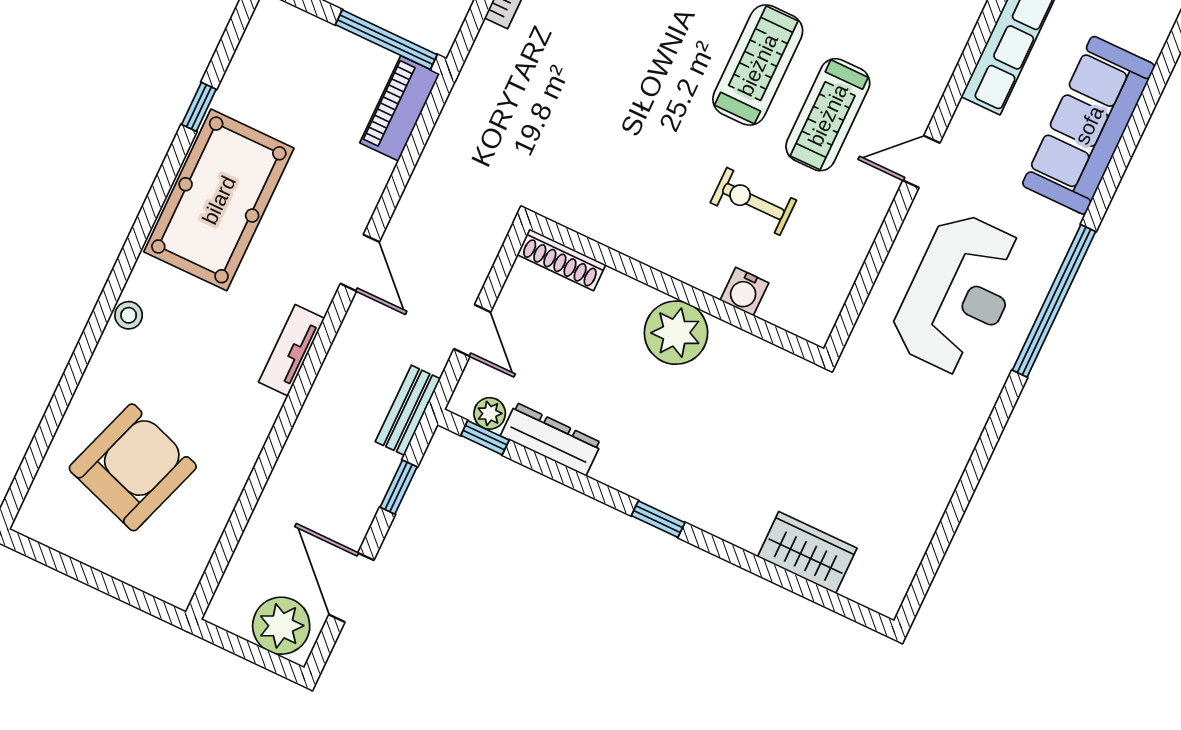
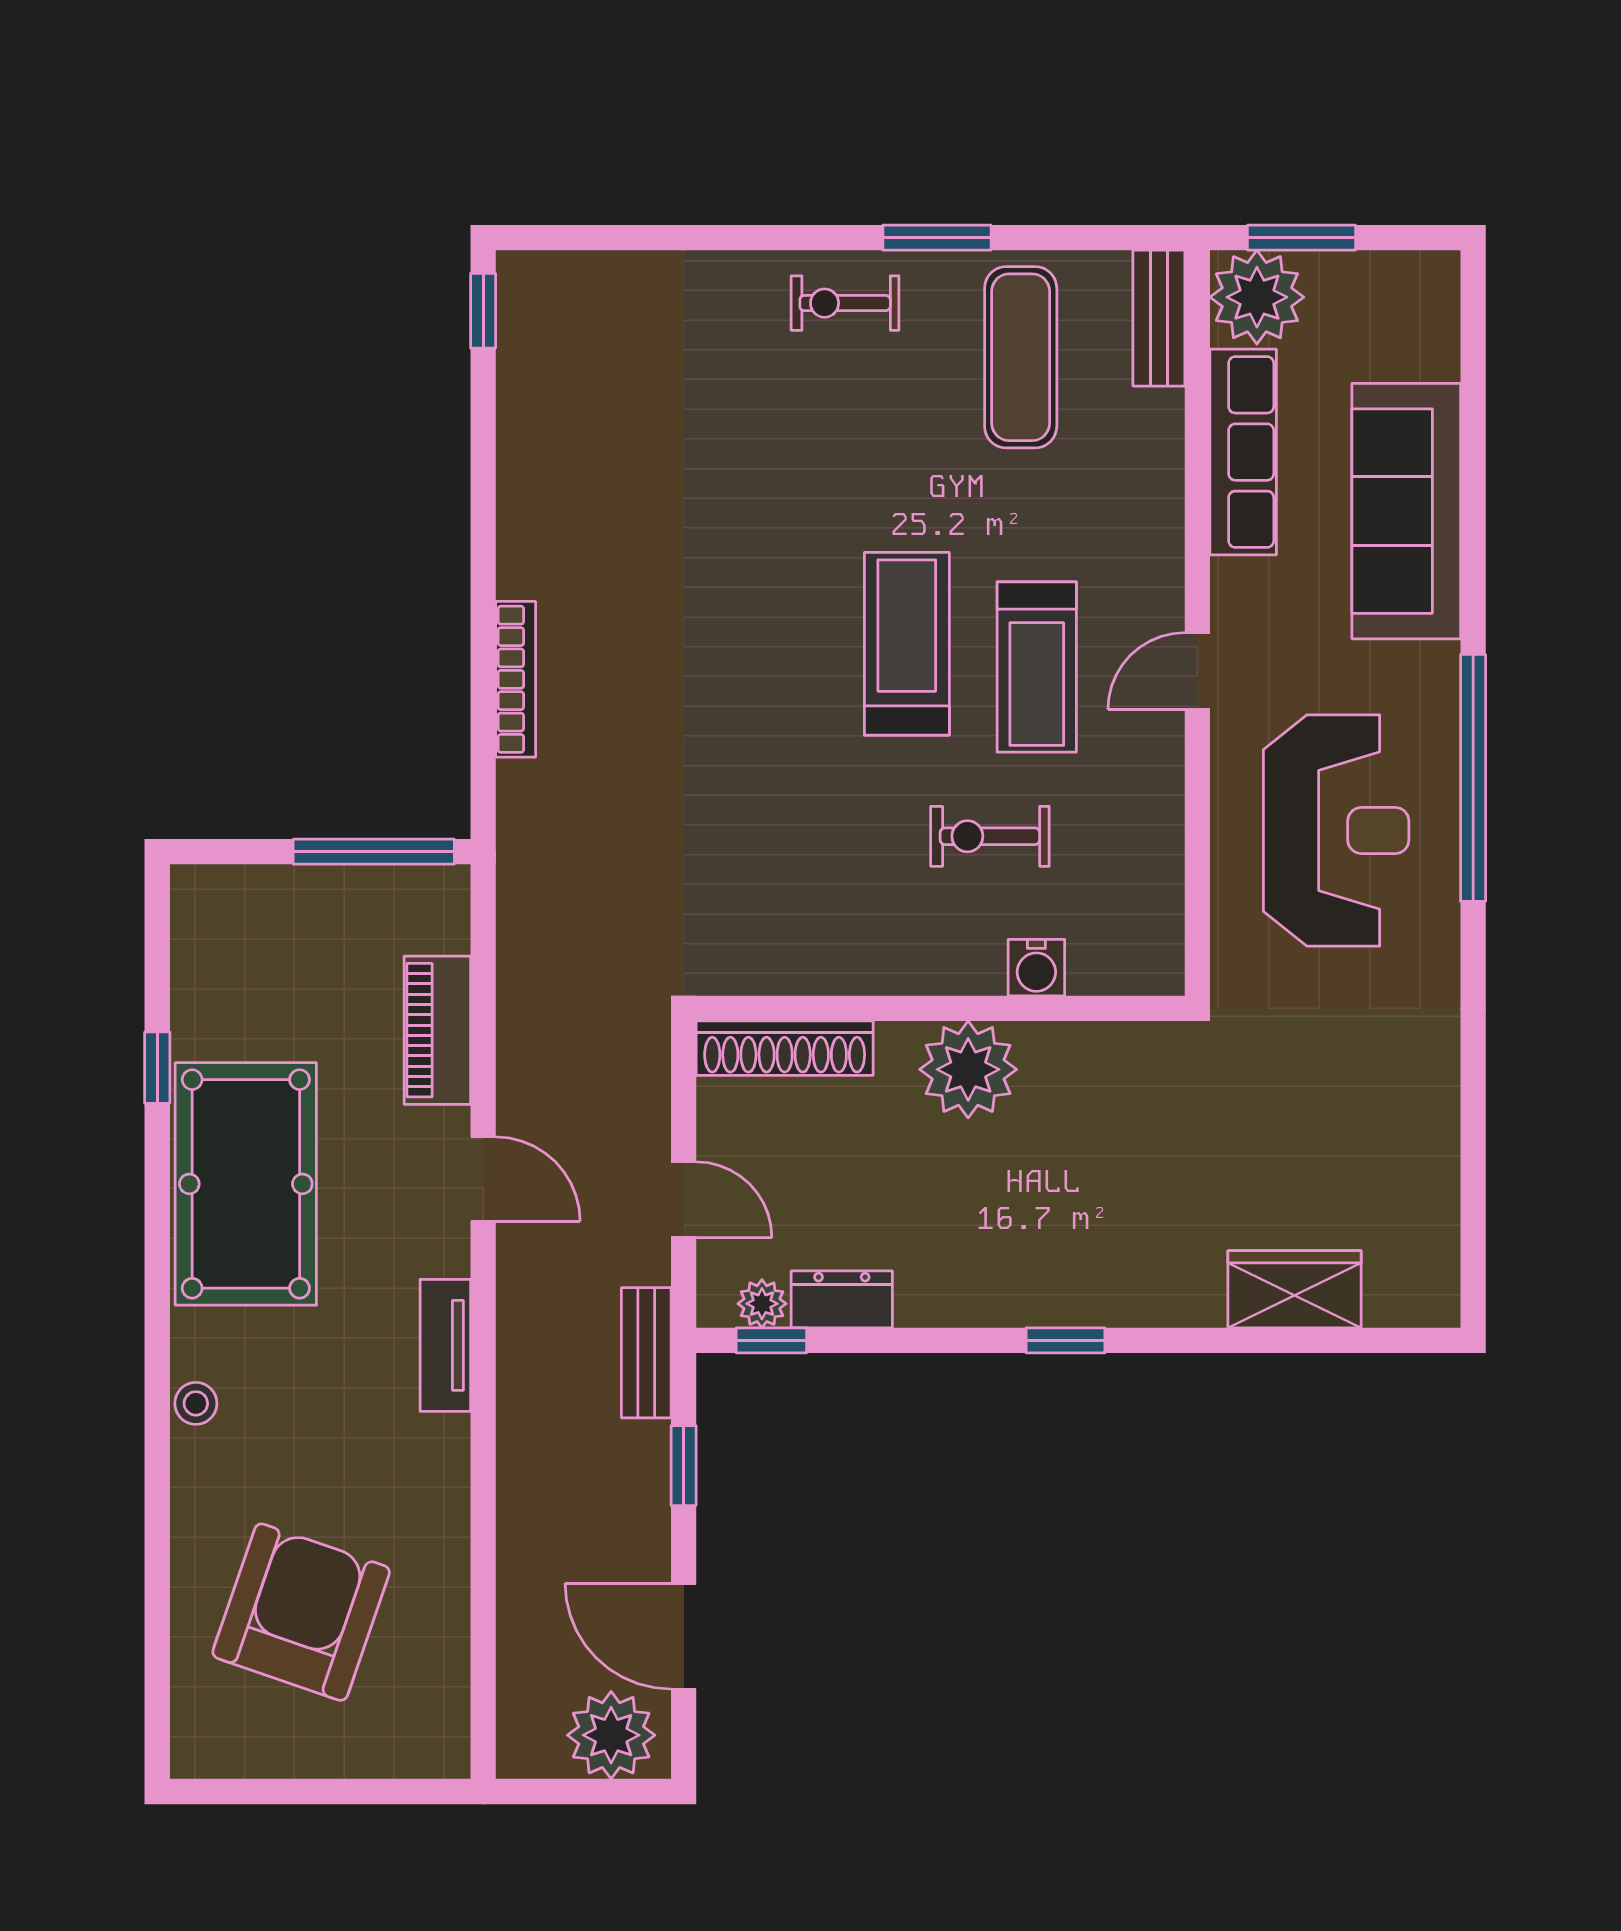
piano: (400, 108) -> (437, 1030), moved
shoe rack: (561, 260) -> (785, 1048), width x1.36, depth x1.24
dresser: (551, 439) -> (842, 1299), width x0.70

